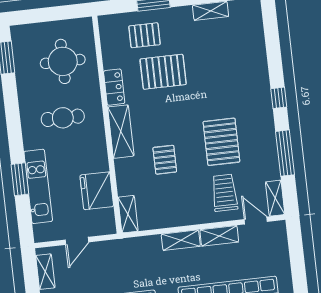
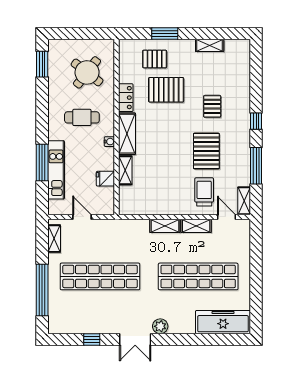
round table: (63, 61) -> (87, 72), turned 38
water cooler: (100, 144) -> (109, 142), added
pallet: (165, 160) -> (212, 106), moved
window: (20, 179) -> (42, 163), width x1.44
fridge: (97, 191) -> (105, 179), width x0.53, depth x0.75
shelving: (128, 214) -> (125, 170), moved
door: (77, 241) -> (82, 217), swing flipped

